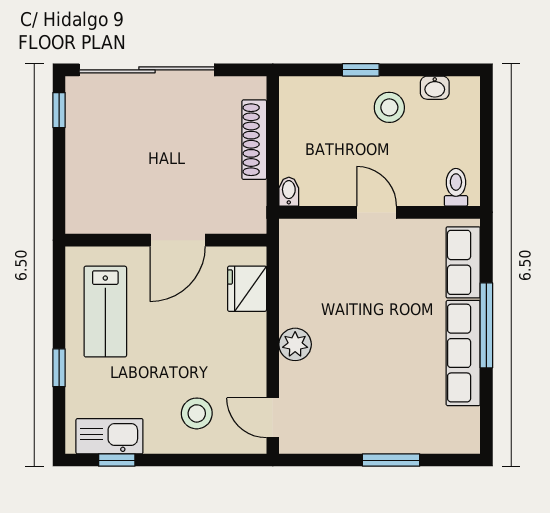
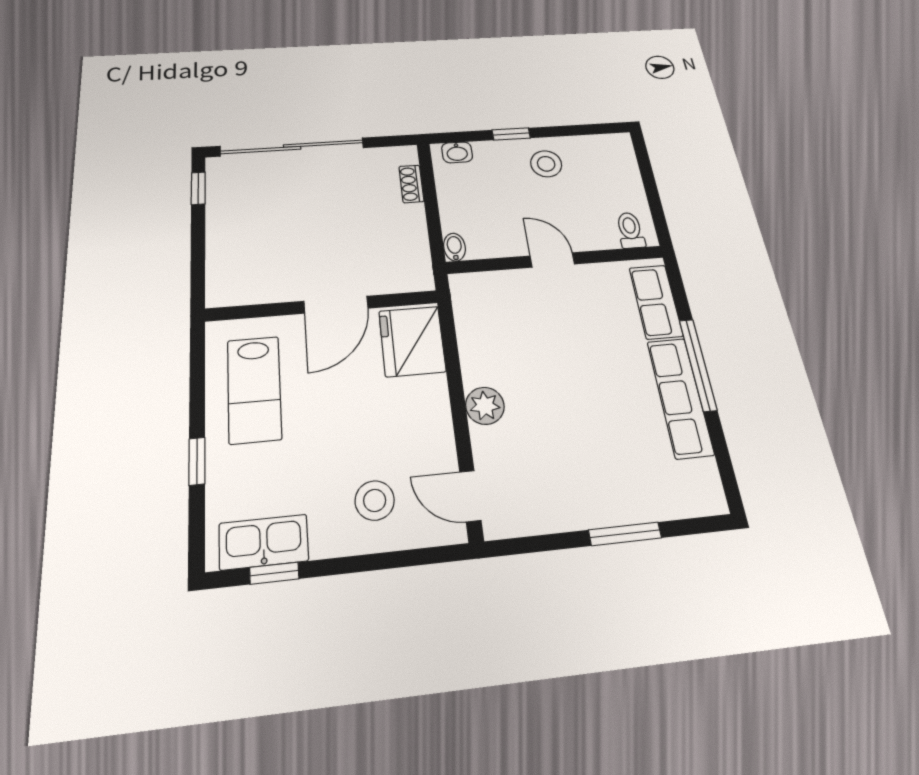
washbasin: (435, 88) -> (457, 152), moved
shoe rack: (254, 140) -> (411, 184), width x0.51, depth x0.81
fridge: (247, 289) -> (412, 341), width x1.36, depth x1.34

